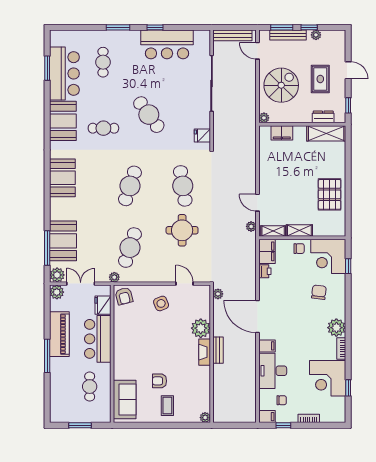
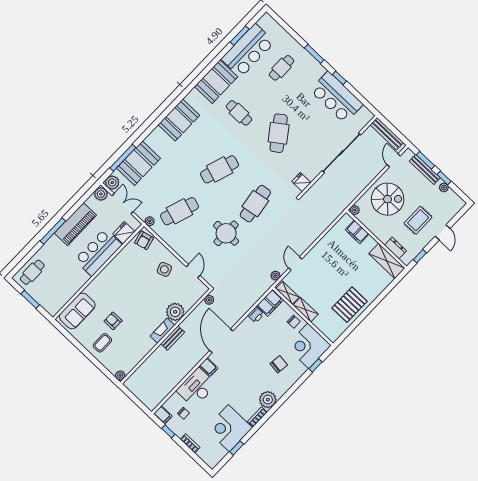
cafe table: (90, 387) -> (32, 272), moved

